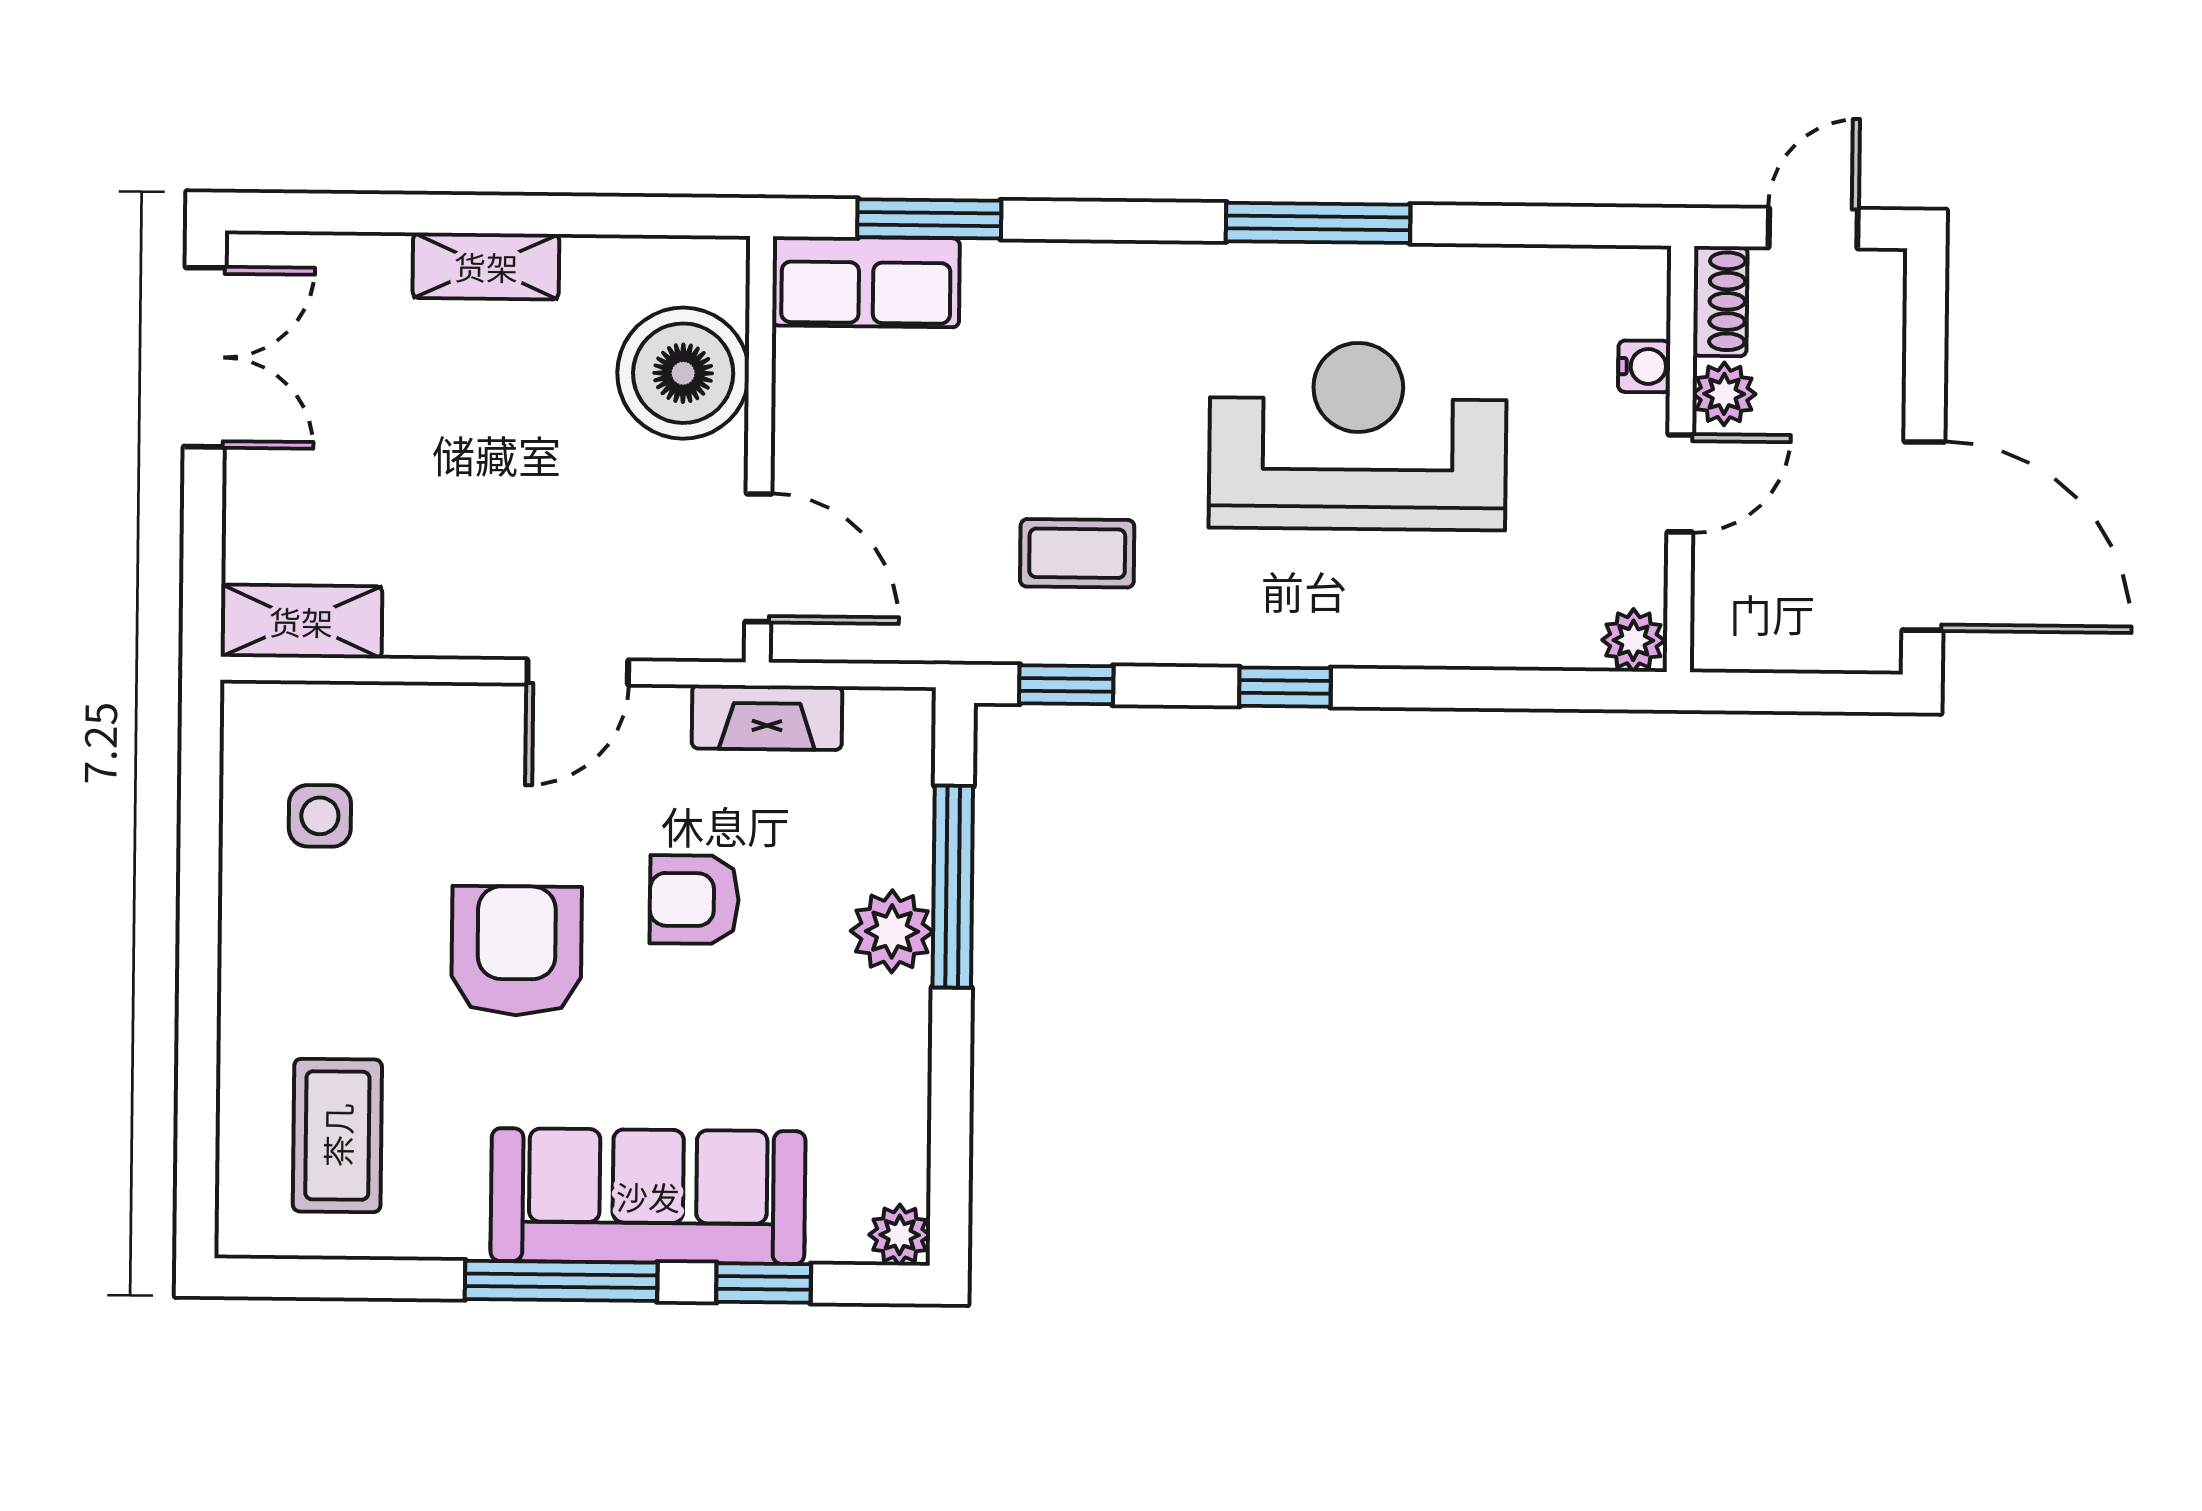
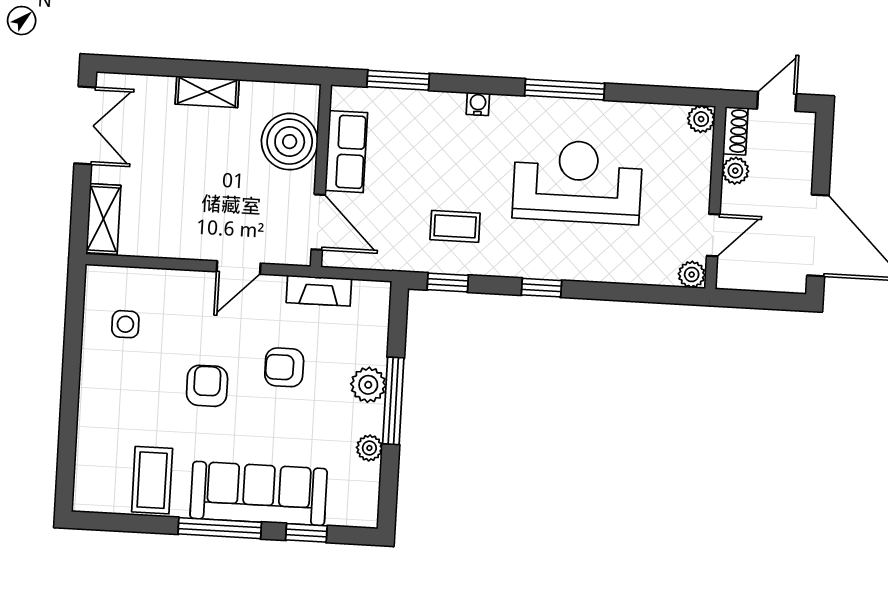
plant: (1639, 277) -> (701, 119), added
row of seats: (866, 282) -> (346, 152), moved, turned -90
water cooler: (1644, 366) -> (478, 104), moved, turned -90
door: (1680, 483) -> (713, 235), moved
shelving: (301, 621) -> (103, 219), moved, turned 90
window: (953, 887) -> (393, 401), moved
armchair: (517, 951) -> (207, 386), width x0.72, depth x0.72
coffee table: (337, 1135) -> (152, 480), moved
plant: (900, 1235) -> (369, 448), moved

